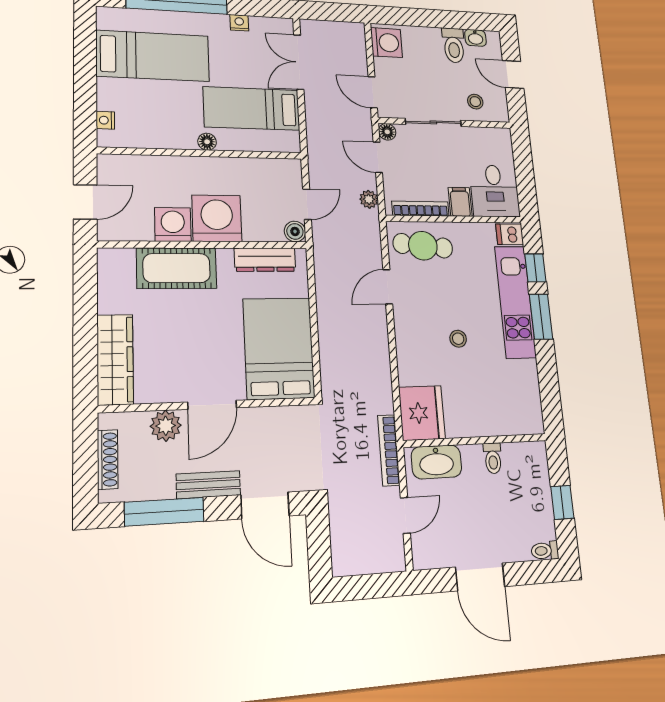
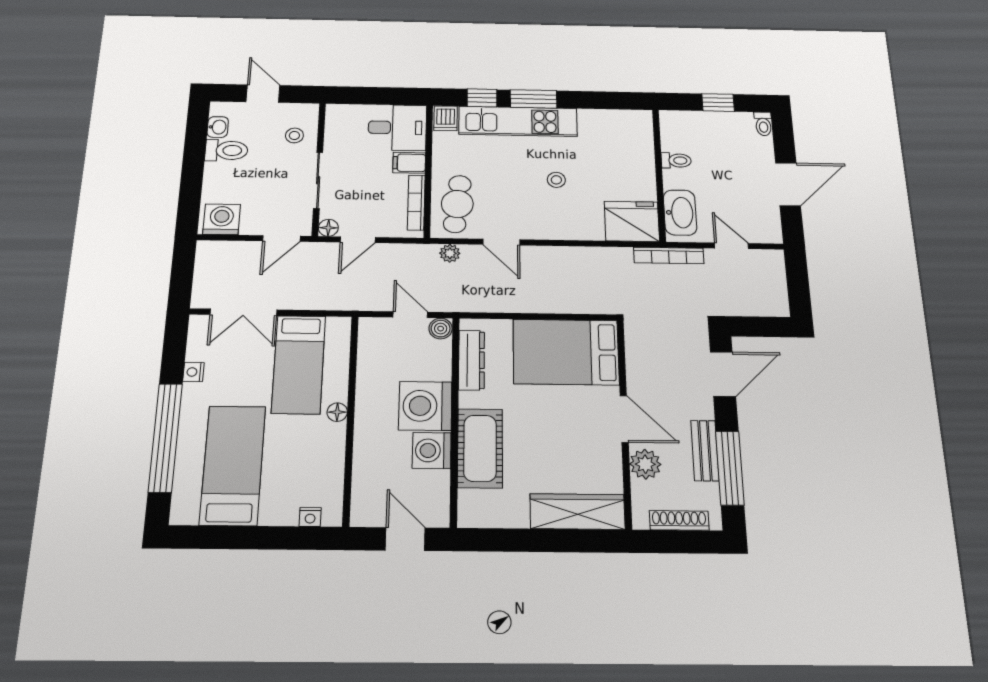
door: (513, 74) -> (263, 94), swing flipped
plant: (369, 199) -> (450, 253), moved
bench: (208, 485) -> (705, 451), moved

